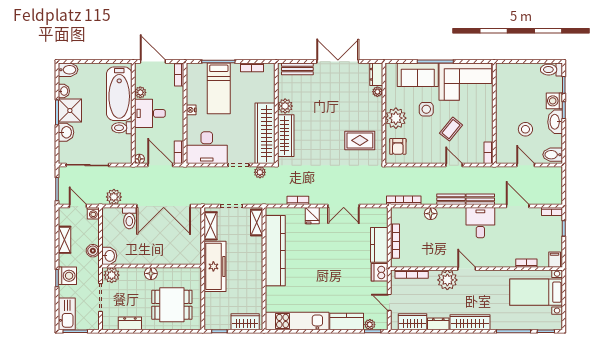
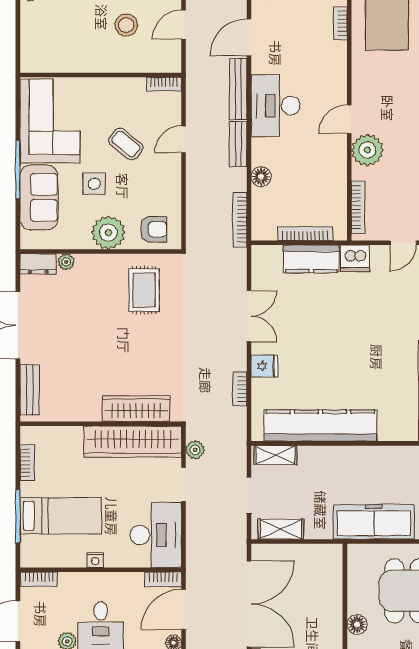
plant: (285, 106) -> (89, 410), removed
bench: (480, 199) -> (238, 89), width x1.36
desk: (480, 223) -> (276, 106), width x1.37
freezer: (215, 266) -> (374, 522), moved

